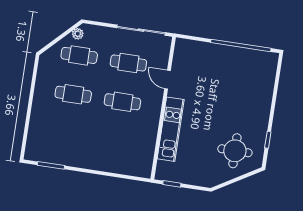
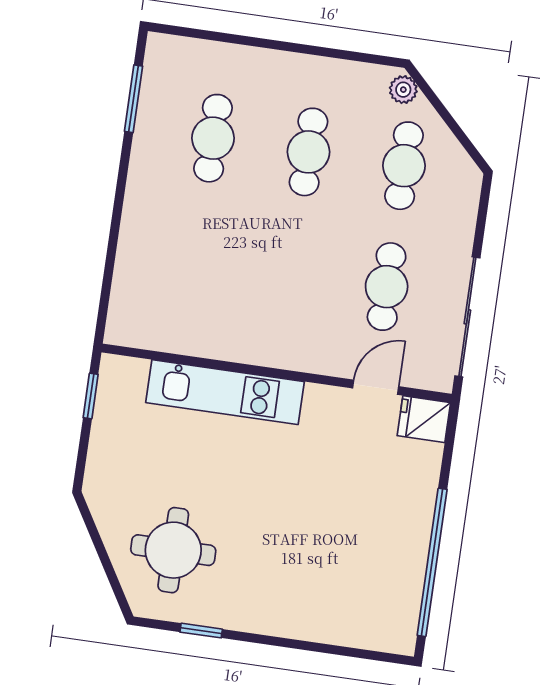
plant: (78, 34) -> (403, 90), moved
fridge: (182, 48) -> (424, 419), added
door: (168, 80) -> (376, 387), moved
cafe table: (122, 102) -> (213, 138), moved

